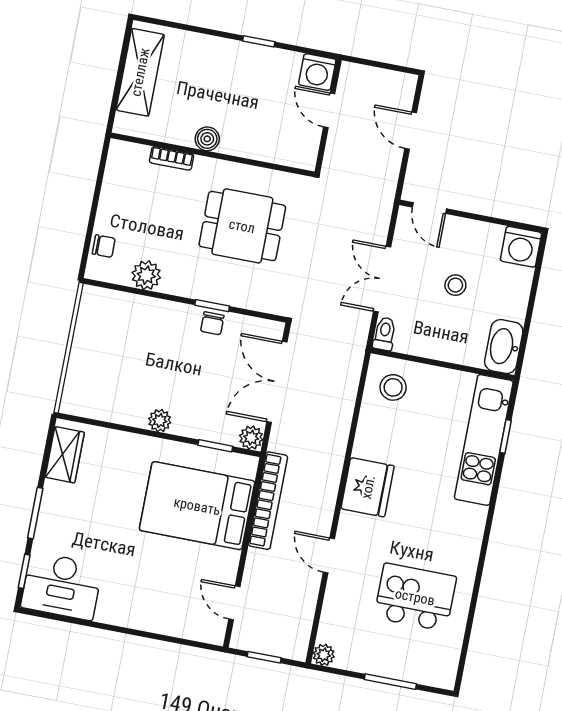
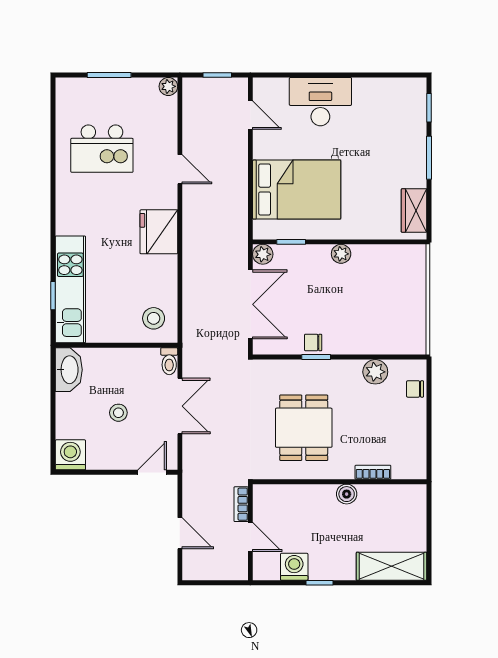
shelving: (140, 72) -> (391, 566), moved, turned 90
washing machine: (317, 72) -> (294, 567), moved
door: (429, 208) -> (152, 472), hinge flipped
dining table: (242, 226) -> (304, 428), turned 90
chair: (212, 323) -> (313, 342), turned -90
bookcase: (268, 501) -> (241, 504), moved, width x0.43, depth x0.76
desk: (62, 586) -> (320, 102), moved

